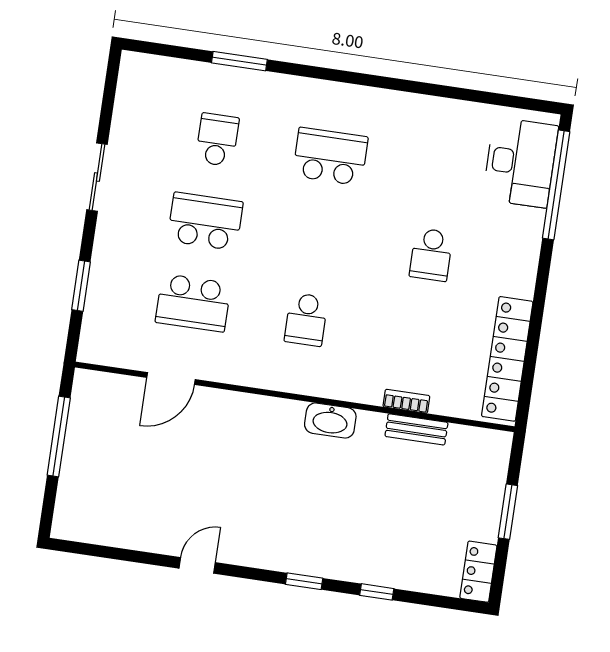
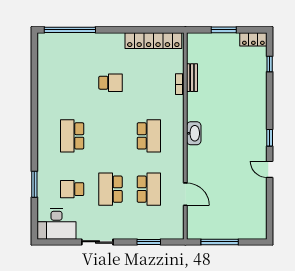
desk: (520, 162) -> (56, 224), moved, turned 180
school desk: (306, 320) -> (149, 136), width x1.85
washbasin: (330, 420) -> (194, 133), moved
window: (304, 581) -> (270, 138), moved
window: (377, 592) -> (270, 64), moved

